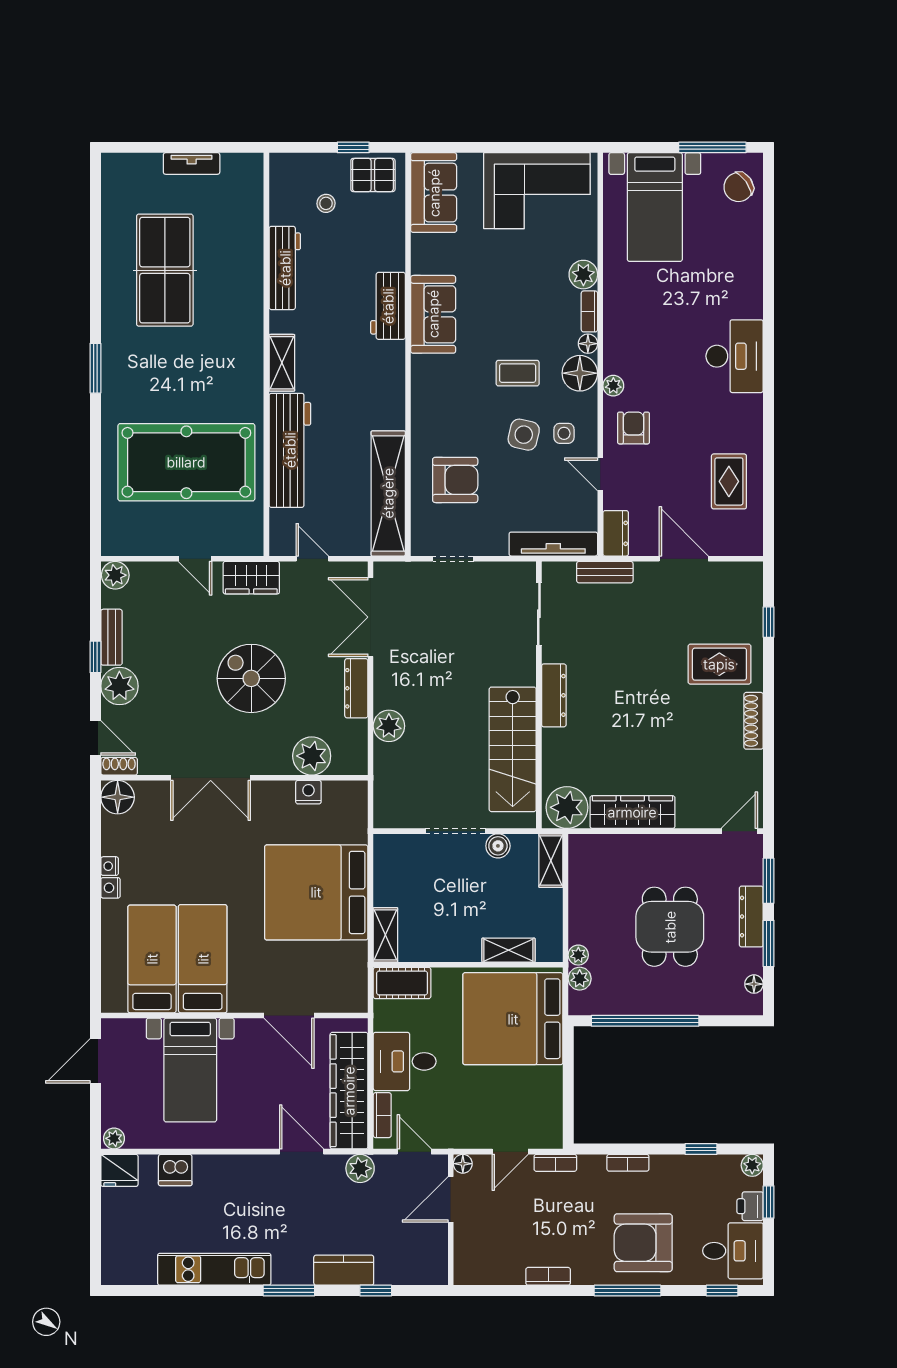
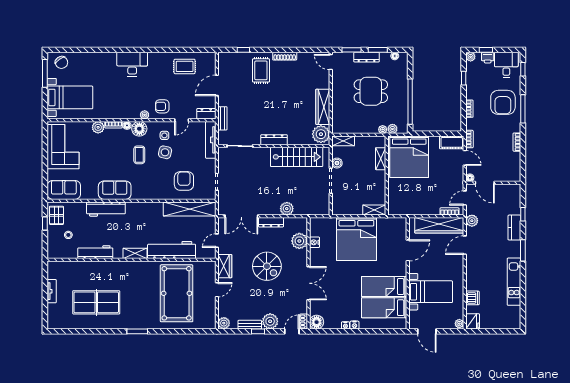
workbench: (388, 306) -> (106, 209), width x1.38
spiral stairs: (251, 678) -> (267, 266), turned -90
cot: (402, 983) -> (452, 142), moved, turned 90
desk: (405, 1061) -> (427, 202), removed

